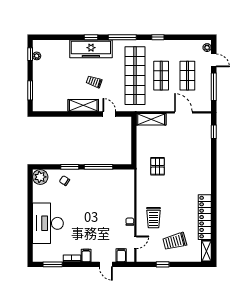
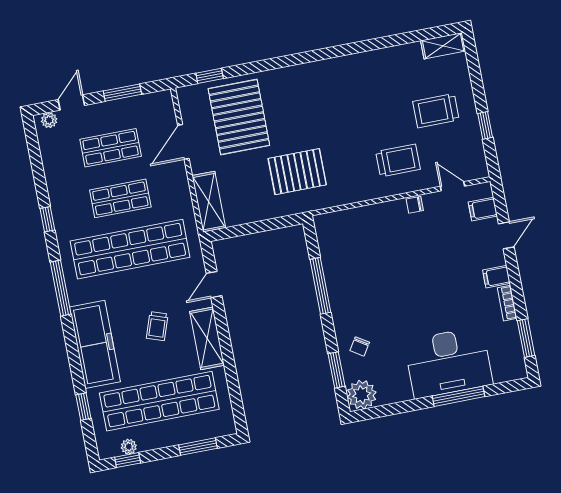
window: (91, 37) -> (83, 407), moved
shop shelf: (56, 76) -> (159, 401), added
window: (214, 87) -> (122, 93), width x0.69
pallet: (190, 142) -> (239, 117), added
pallet: (158, 166) -> (297, 172), width x1.50, depth x1.42
window: (70, 167) -> (337, 370), moved
locker: (205, 217) -> (378, 61), removed
window: (30, 225) -> (458, 396), added
trolley: (175, 241) -> (436, 111), turned 105

